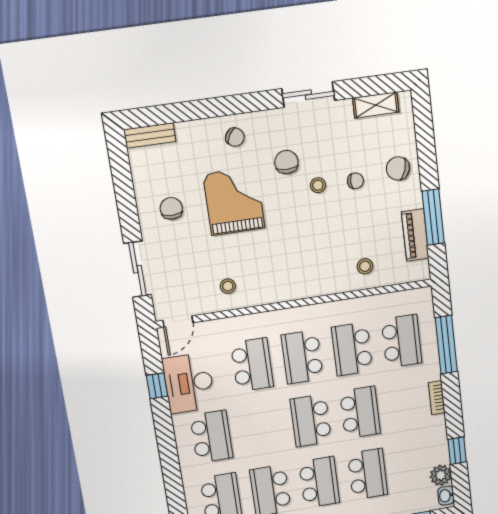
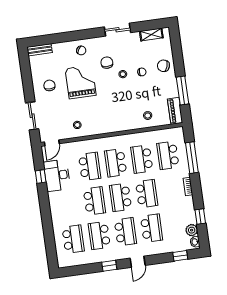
piano: (415, 235) -> (175, 111), moved
school desk: (402, 341) -> (168, 155), turned 180
school desk: (211, 437) -> (94, 201), moved

